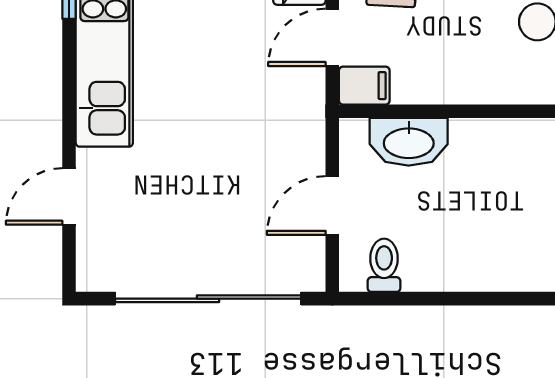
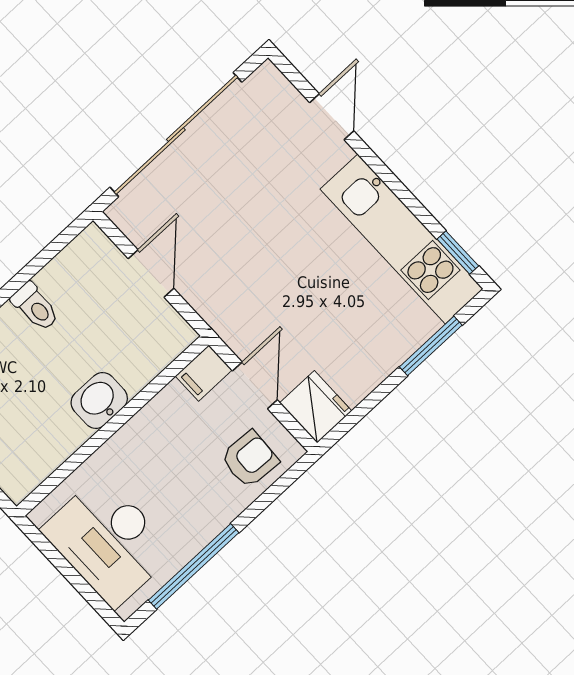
washbasin: (409, 142) -> (99, 400), moved, width x0.72
toilet: (384, 265) -> (35, 307), moved

